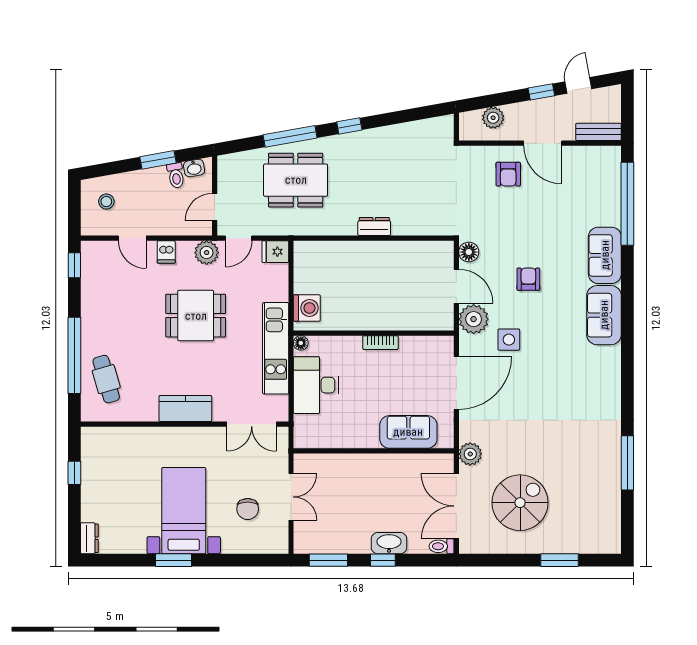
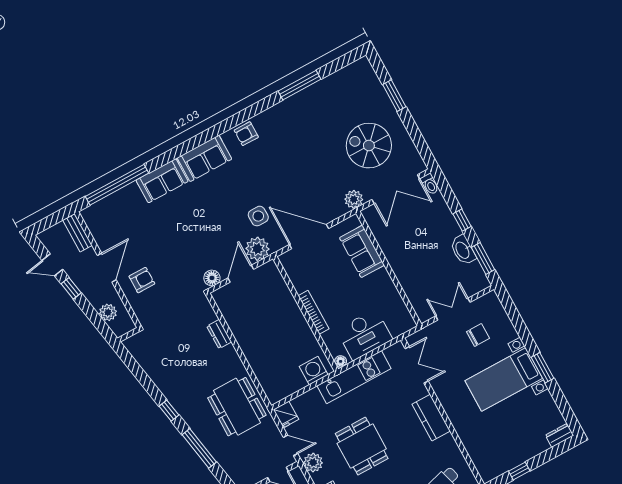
dining table: (296, 180) -> (237, 407), moved
dresser: (374, 226) -> (219, 334), moved
armchair: (528, 279) -> (246, 134), moved
bookcase: (381, 343) -> (314, 312), width x1.56
washbasin: (389, 543) -> (463, 250), moved

